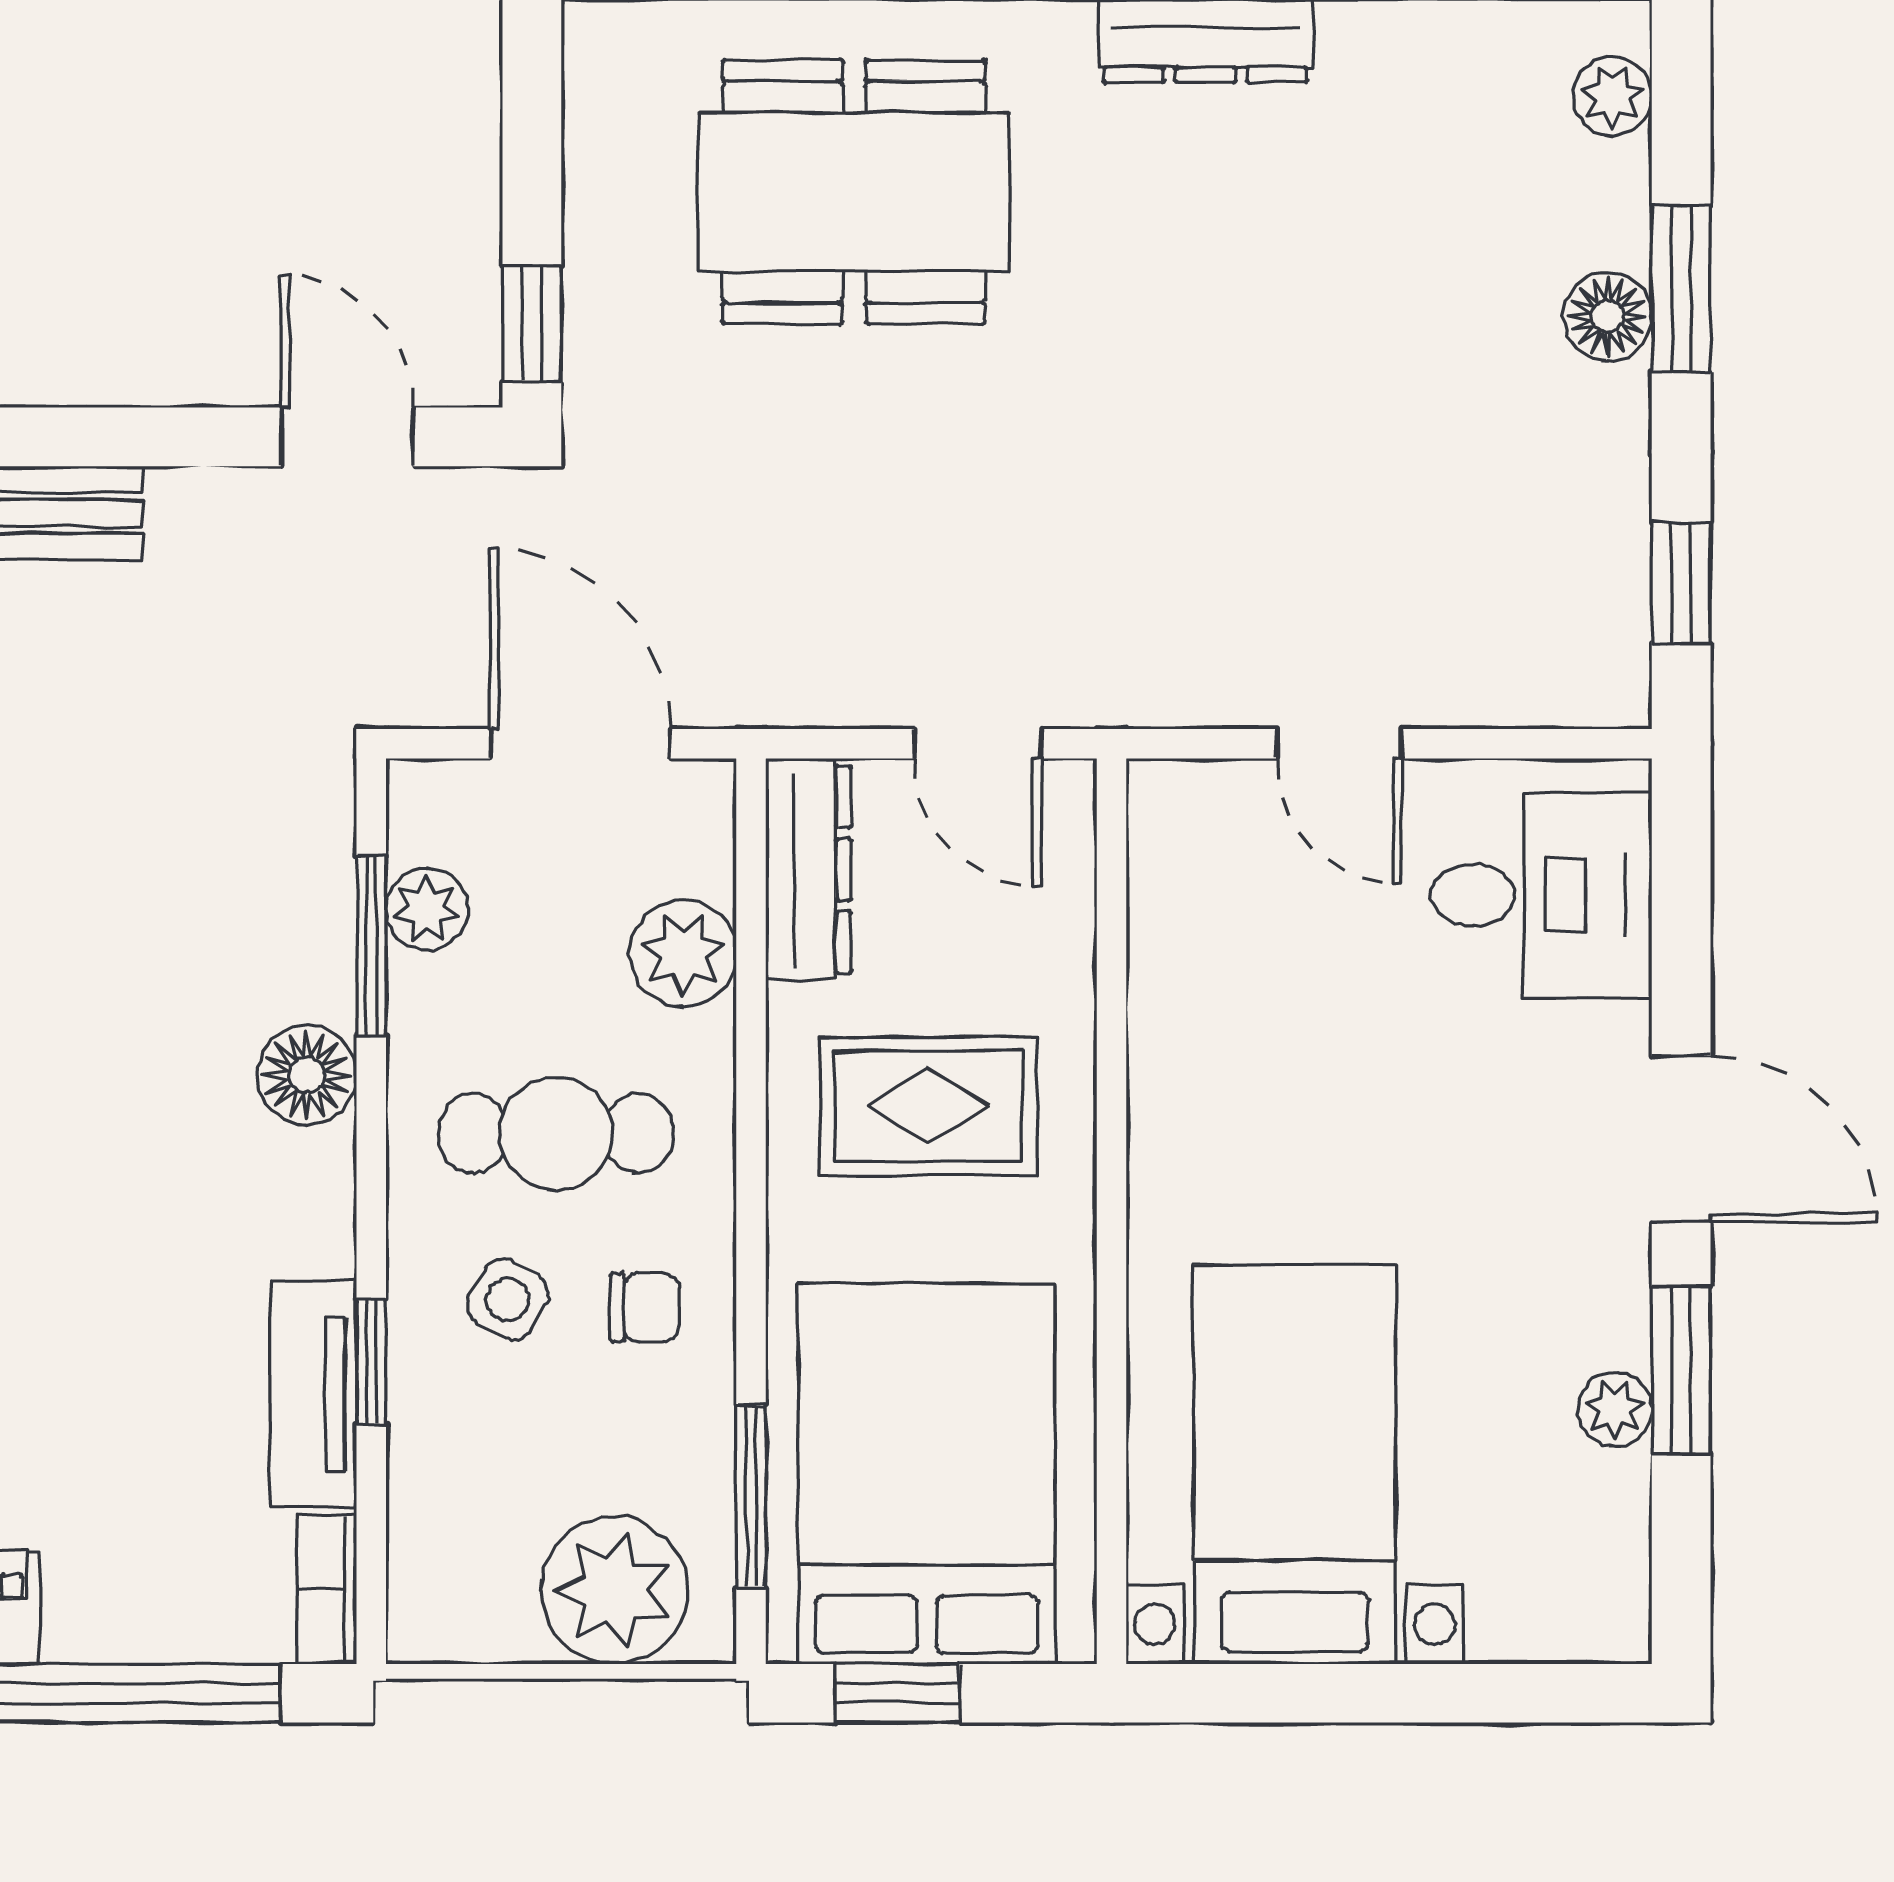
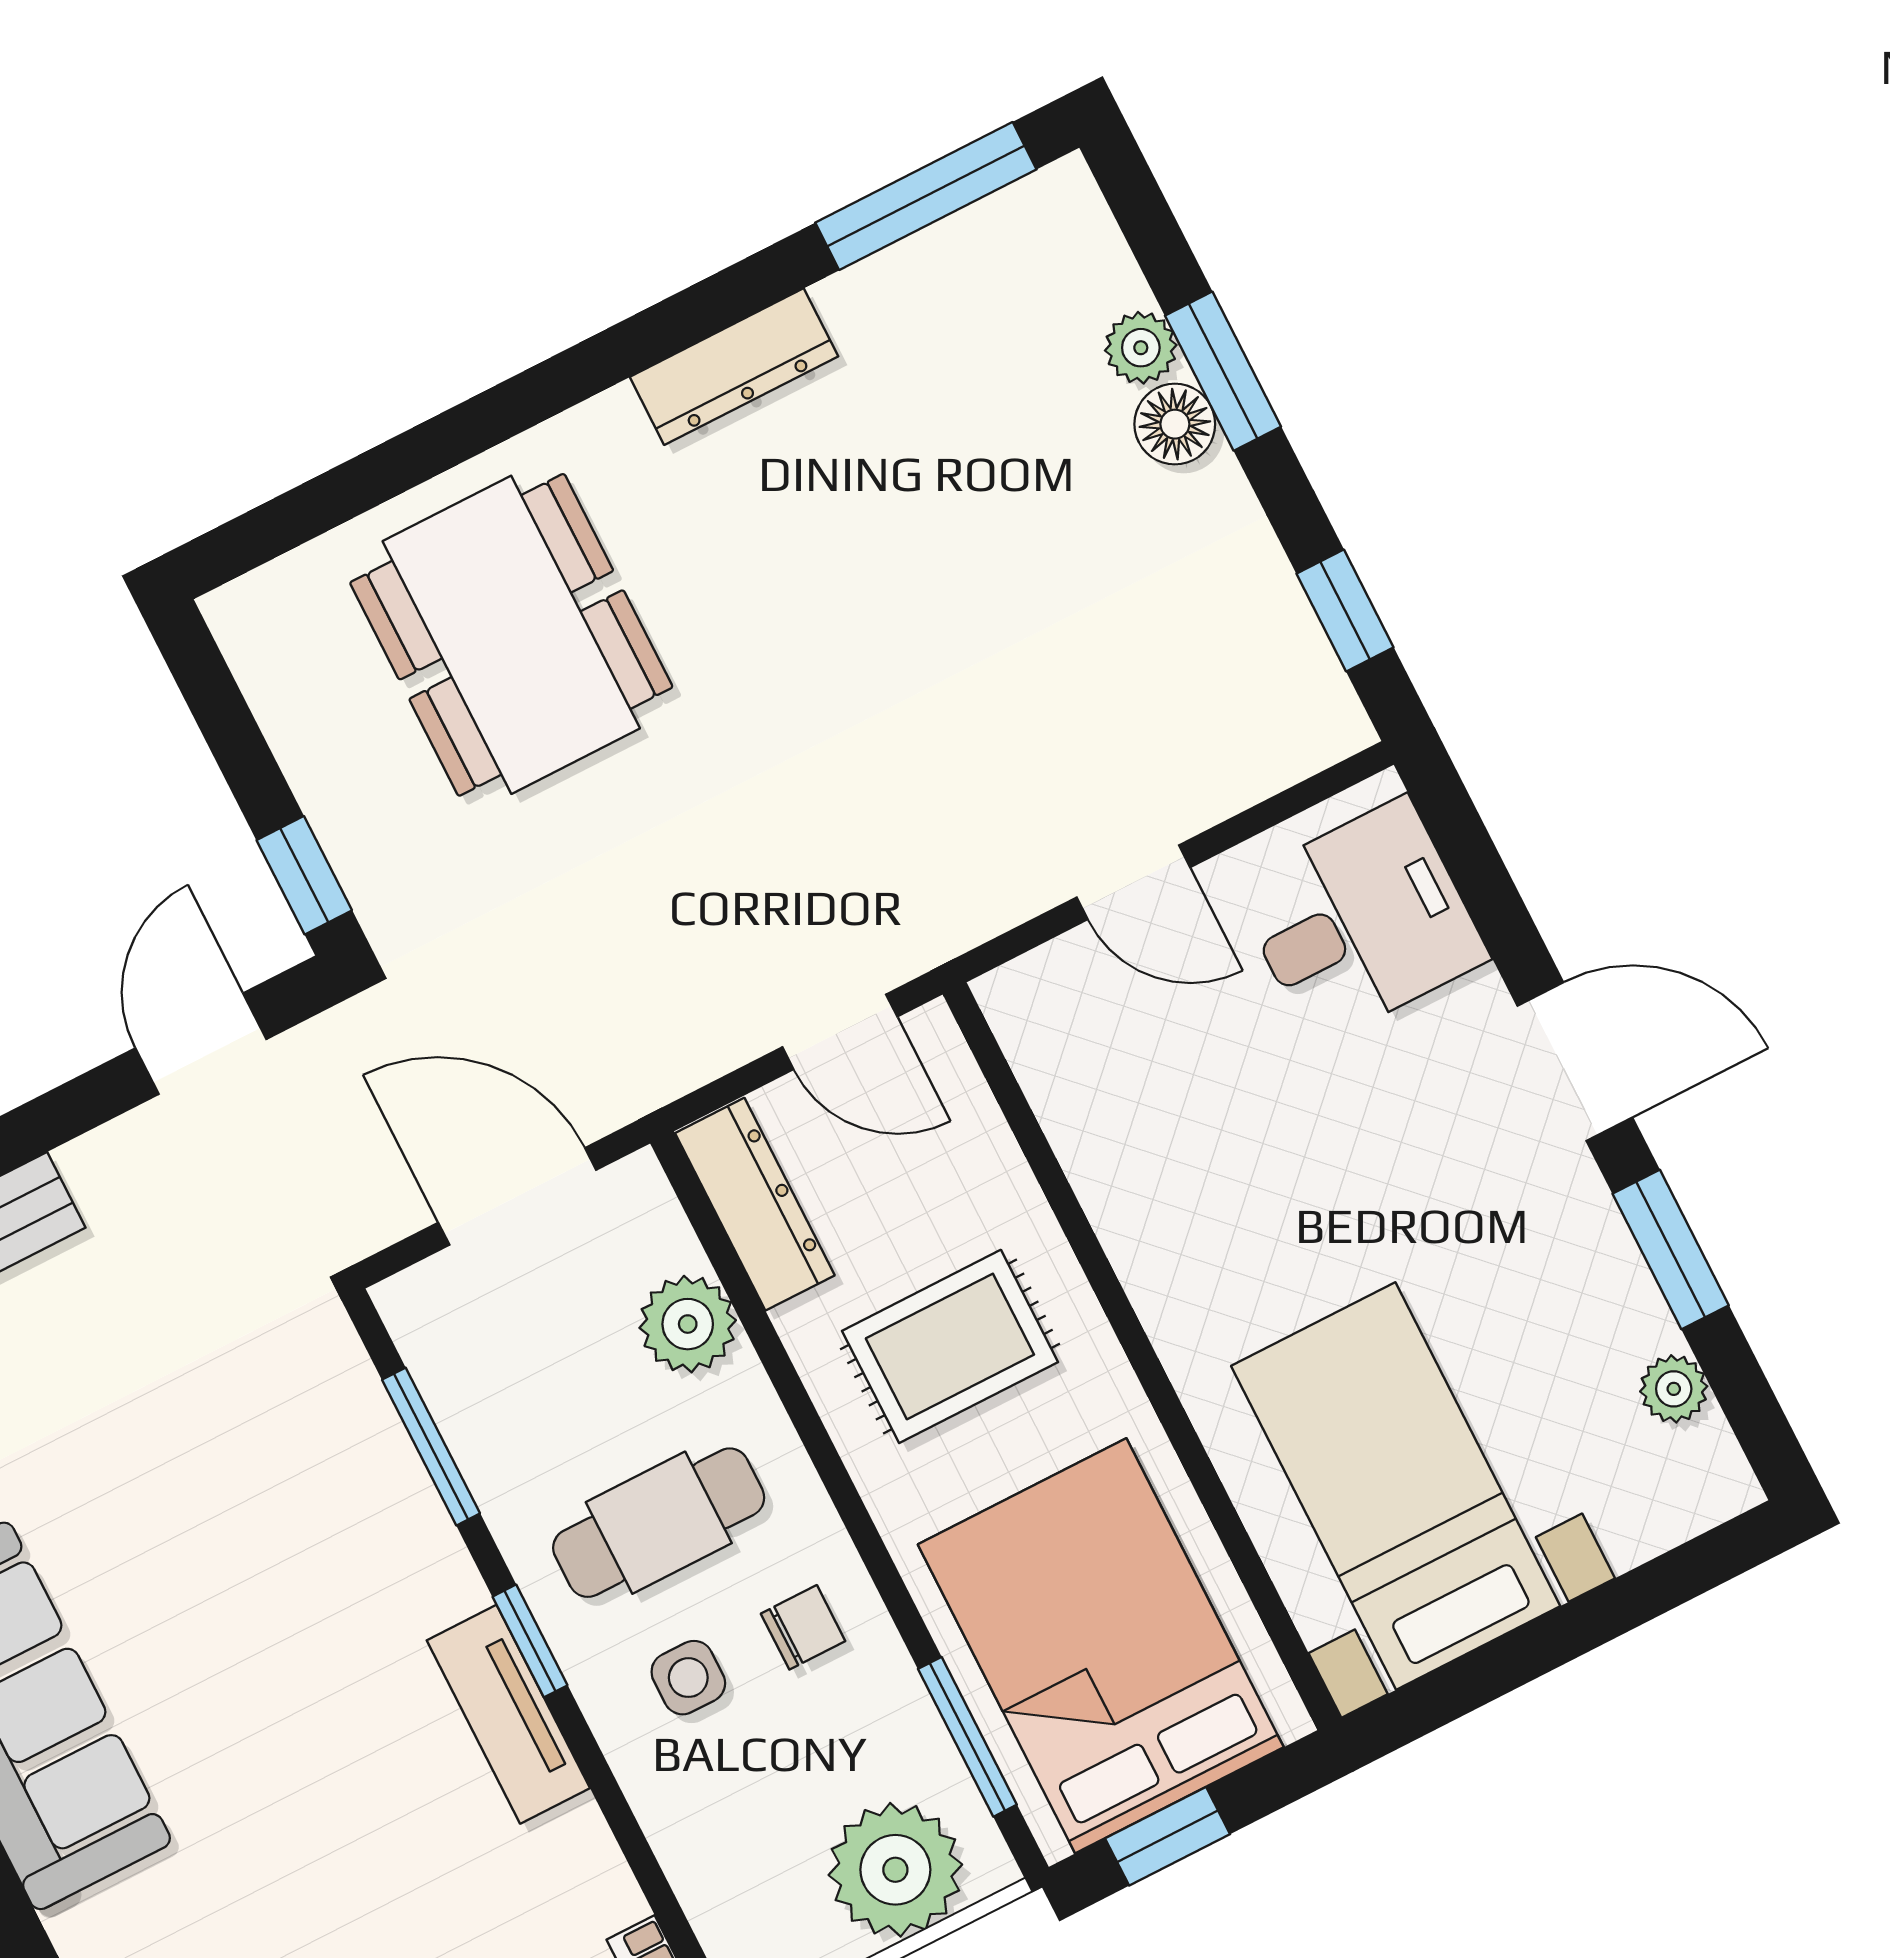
plant: (1612, 96) -> (1141, 348), moved
dining table: (854, 192) -> (511, 635), turned 90
door: (347, 437) -> (201, 1044), hinge flipped
plant: (427, 910) -> (461, 1395), removed
floor lamp: (307, 1075) -> (432, 1578), removed
side table: (508, 1299) -> (688, 1678), turned -30
window: (371, 1362) -> (530, 1641), moved
tv unit: (313, 1394) -> (508, 1714), moved
plant: (1615, 1409) -> (1674, 1389), moved

